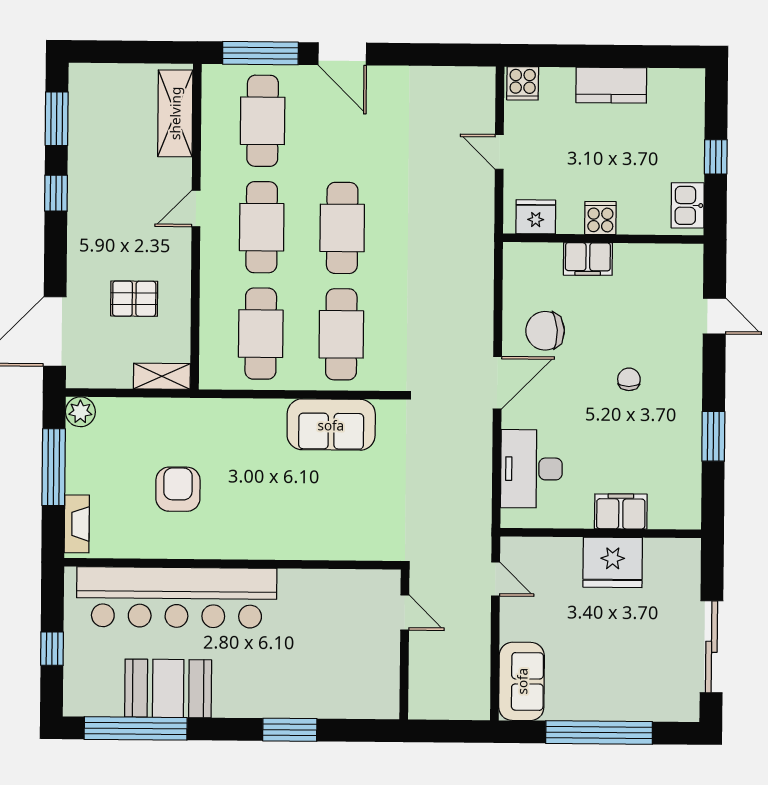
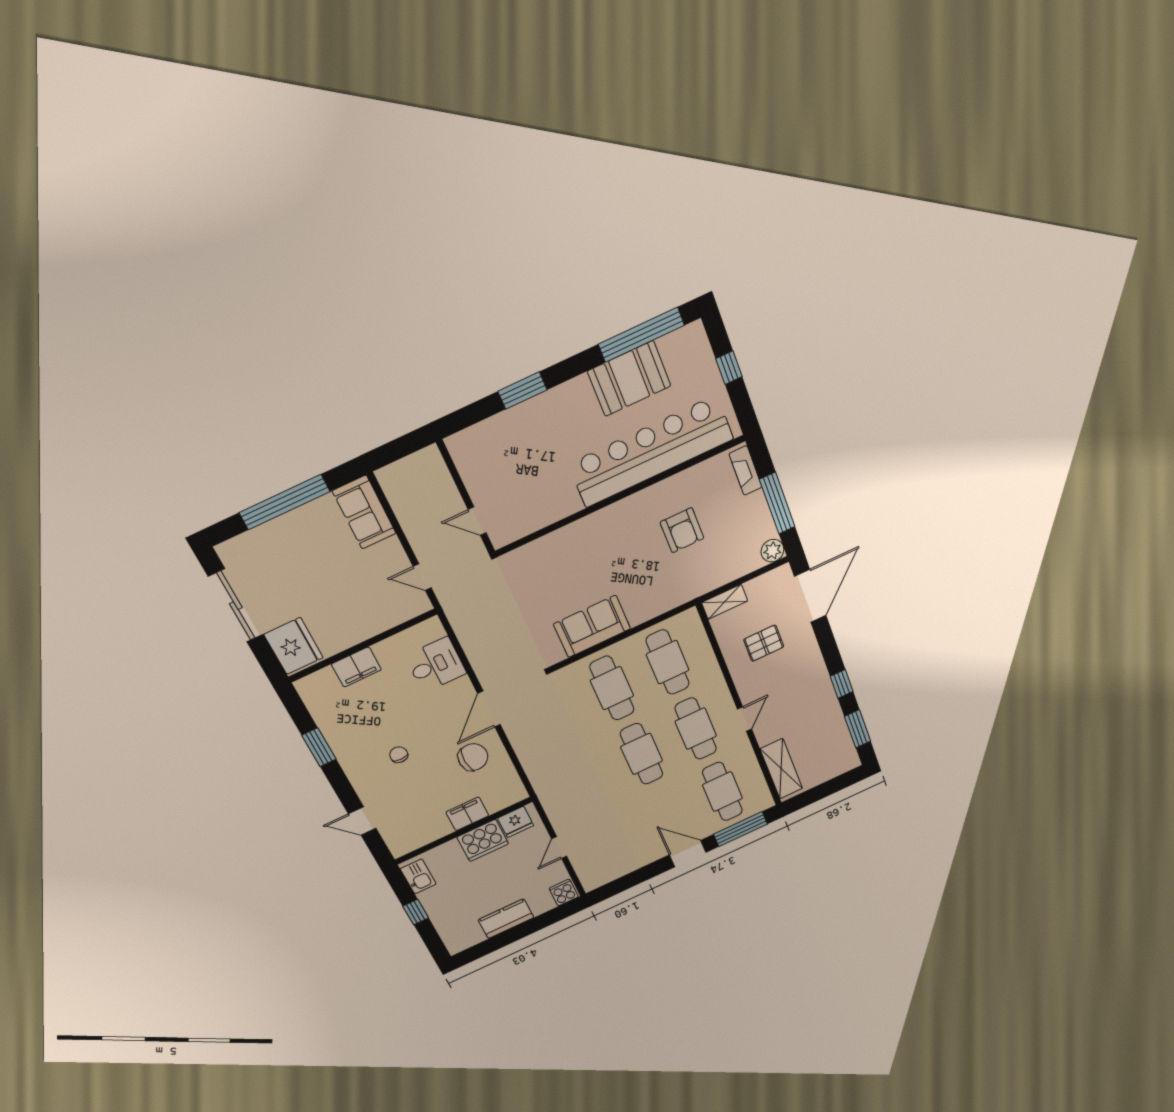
door: (499, 152) -> (559, 847), swing flipped
cooker: (600, 218) -> (483, 840), width x1.87, depth x1.31
chair: (629, 379) -> (399, 755), turned 180
desk: (531, 469) -> (436, 665), width x0.73
fridge: (613, 562) -> (294, 646), moved, turned 90

